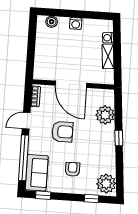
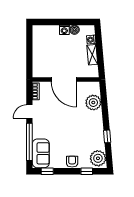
boiler: (52, 22) -> (74, 30), moved
armchair: (62, 132) -> (59, 119), removed
window: (119, 138) -> (107, 136), moved
armchair: (73, 169) -> (72, 162), moved

